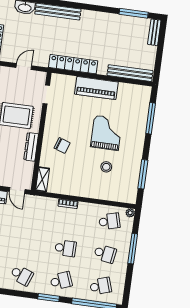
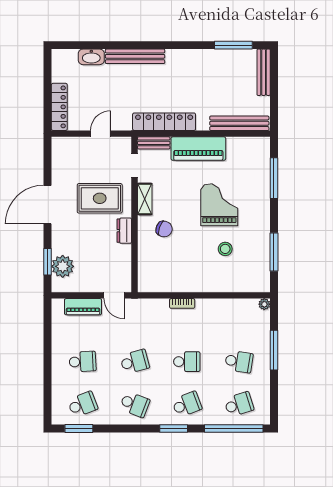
bench: (154, 32) -> (264, 72), width x1.36
bench: (63, 79) -> (154, 143), added
dresser: (31, 147) -> (124, 231), width x0.70
shelving: (42, 179) -> (145, 199), moved
school desk: (109, 221) -> (135, 362), moved

